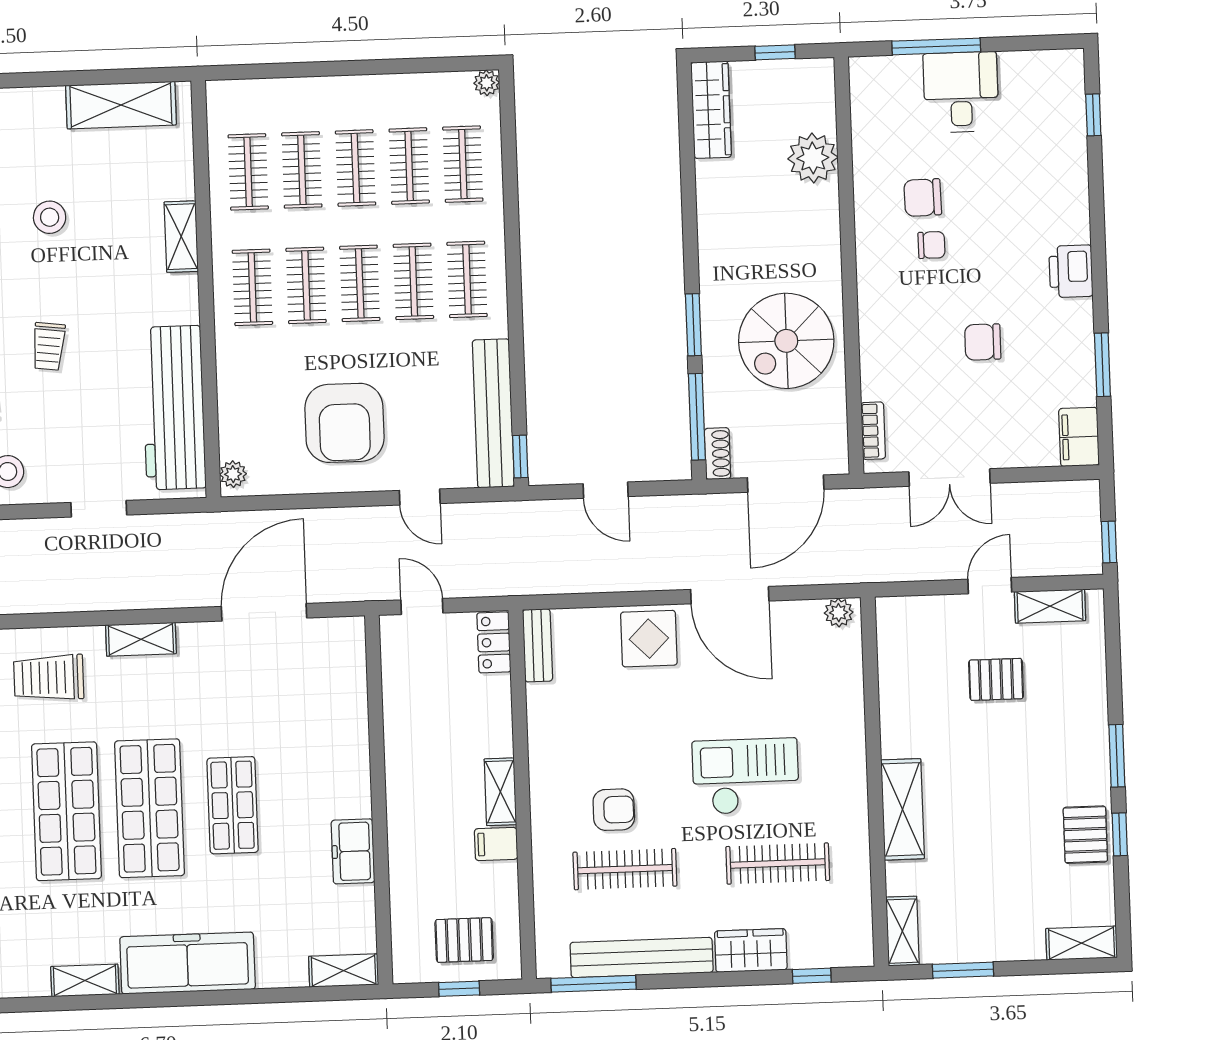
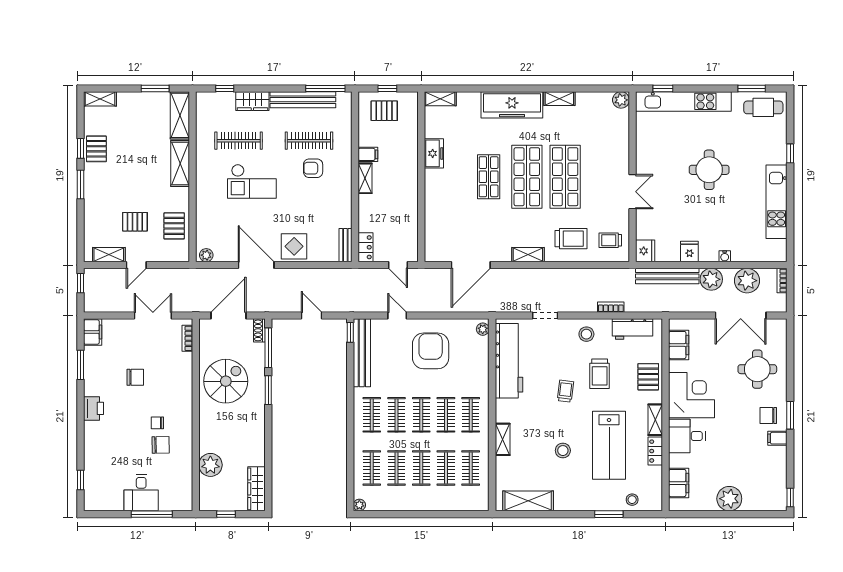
pallet: (911, 674) -> (174, 226), added
shelving: (902, 931) -> (180, 115), width x1.50, depth x1.33

